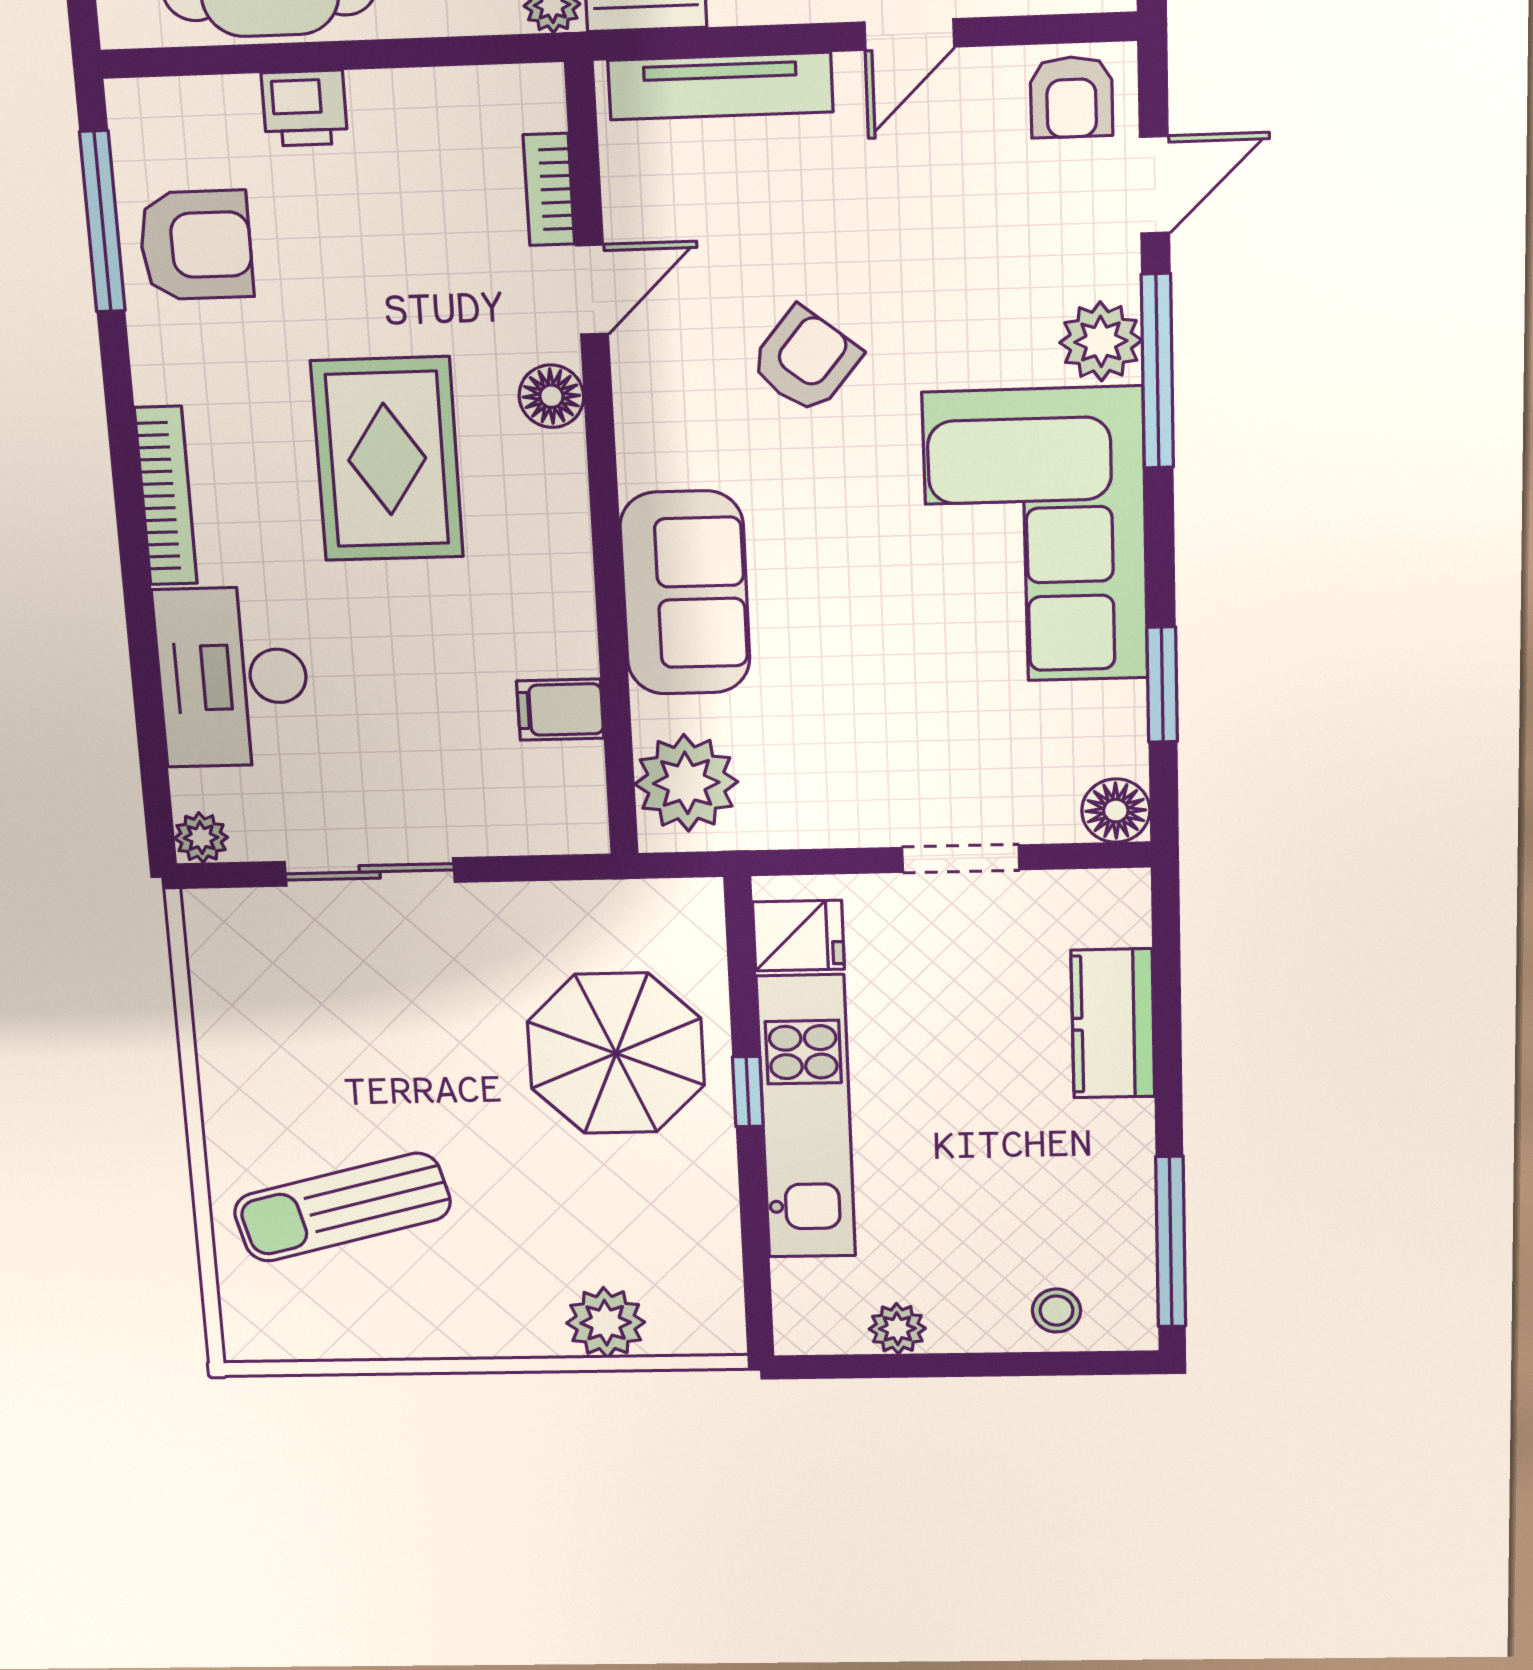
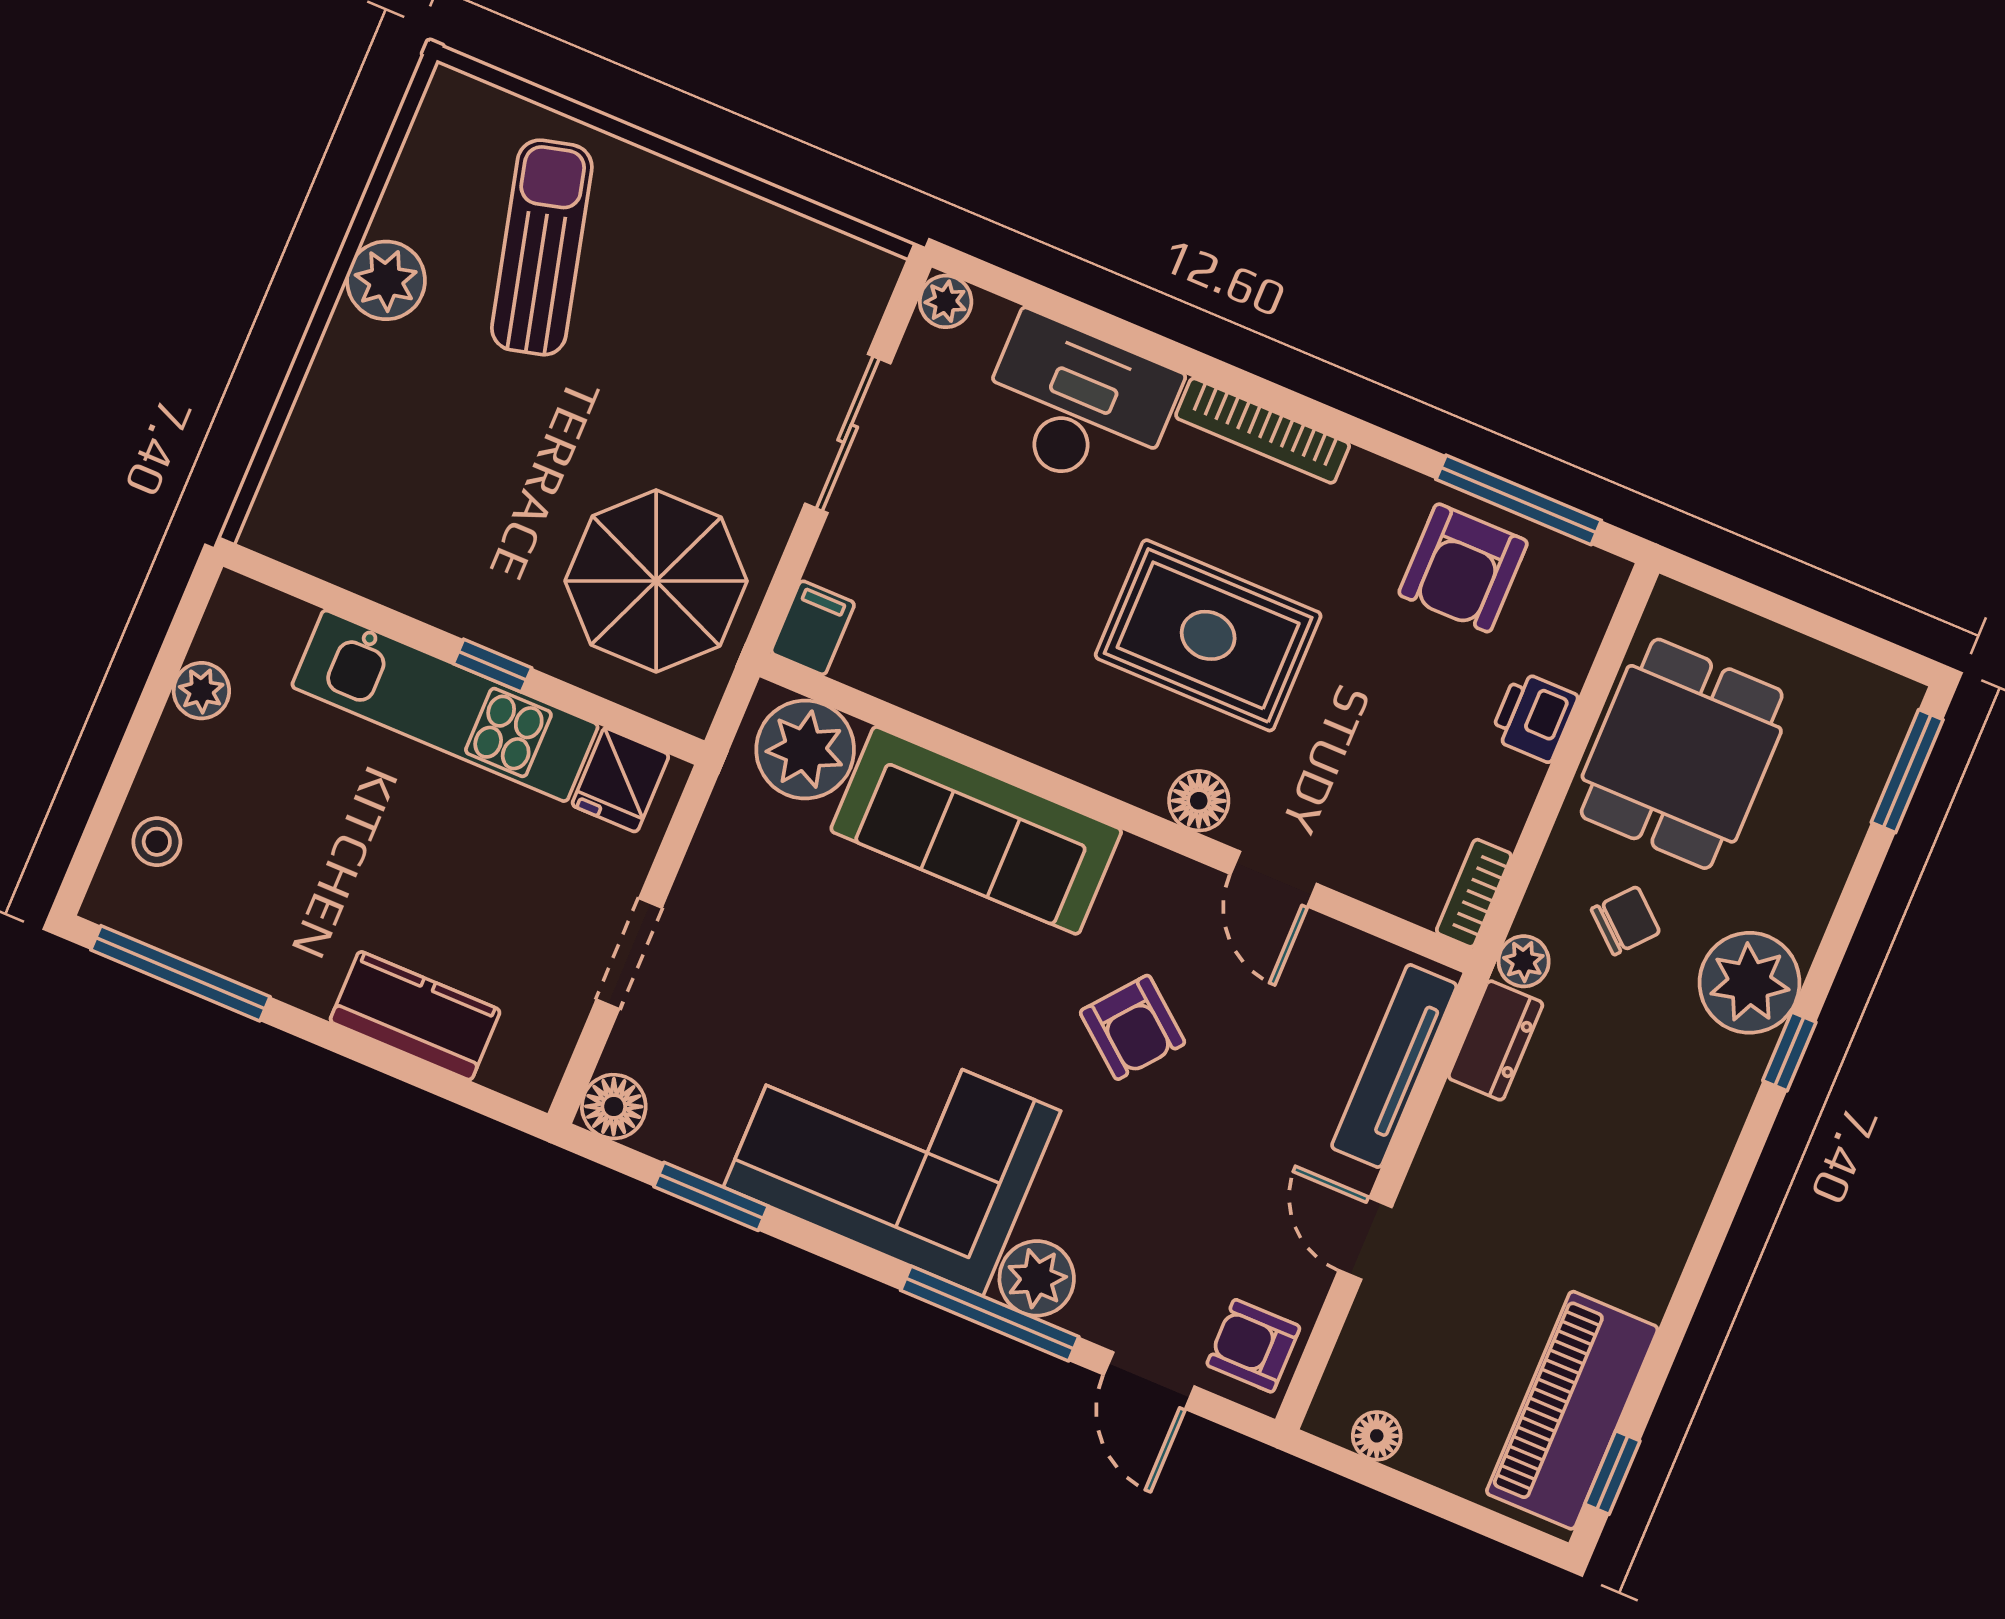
bookcase: (549, 189) -> (1474, 893), moved, turned -90
sofa: (685, 593) -> (976, 830), width x1.36
filing cabinet: (560, 710) -> (813, 628), moved
parasol: (616, 1053) -> (656, 581), moved
plant: (606, 1323) -> (386, 280), moved

